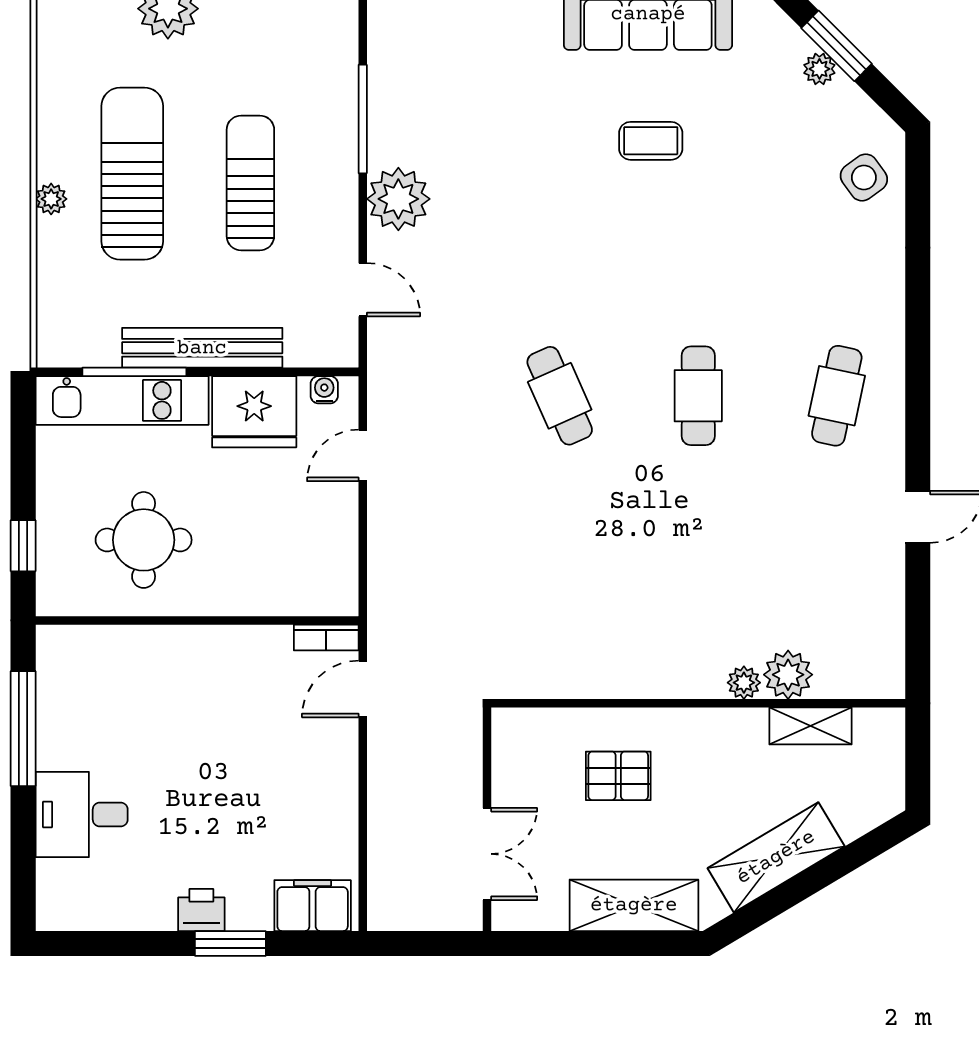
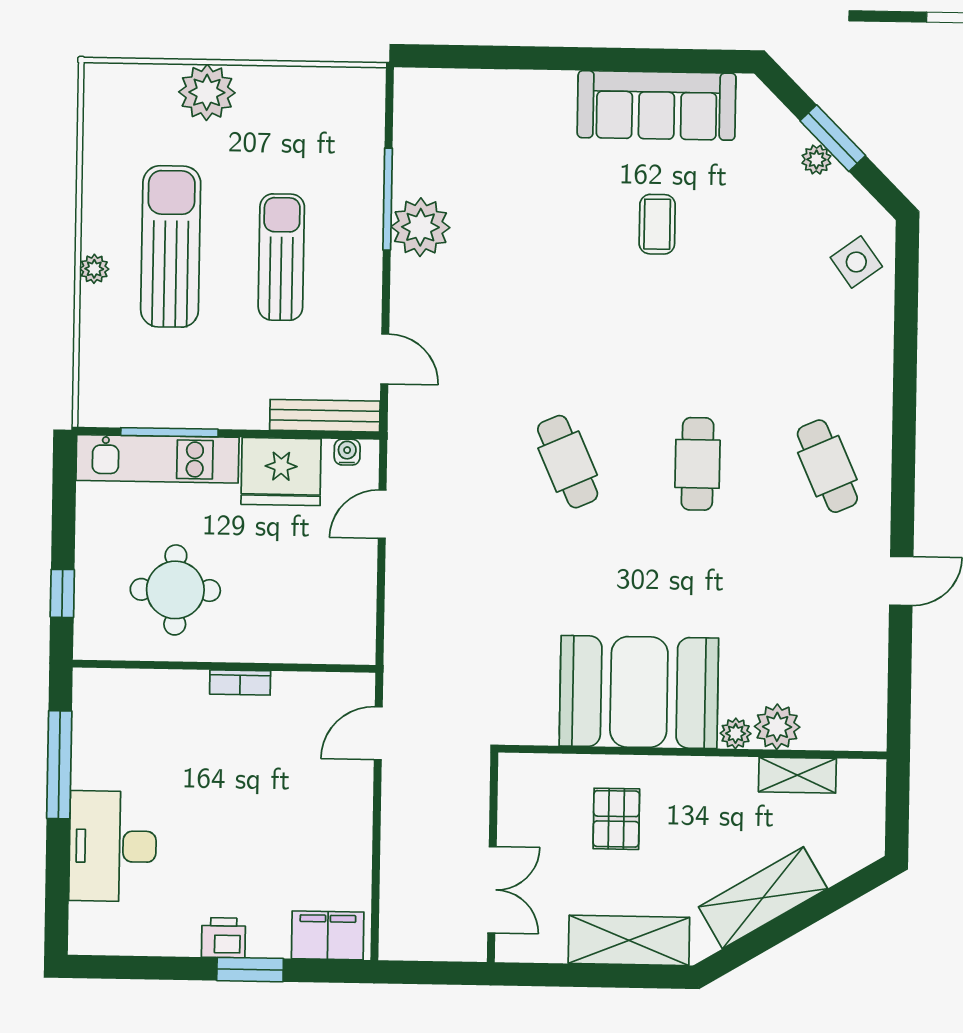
coffee table: (651, 141) -> (657, 224), turned 90
plant: (398, 199) -> (420, 227), moved
bench: (202, 348) -> (325, 416), moved, width x0.73, depth x0.82
cafe table: (837, 396) -> (827, 466), turned -36
bookcase: (326, 637) -> (240, 683), moved
booth: (640, 640) -> (639, 692), added
pallet: (618, 776) -> (616, 819), turned 90
desk: (82, 815) -> (113, 846), width x1.37

